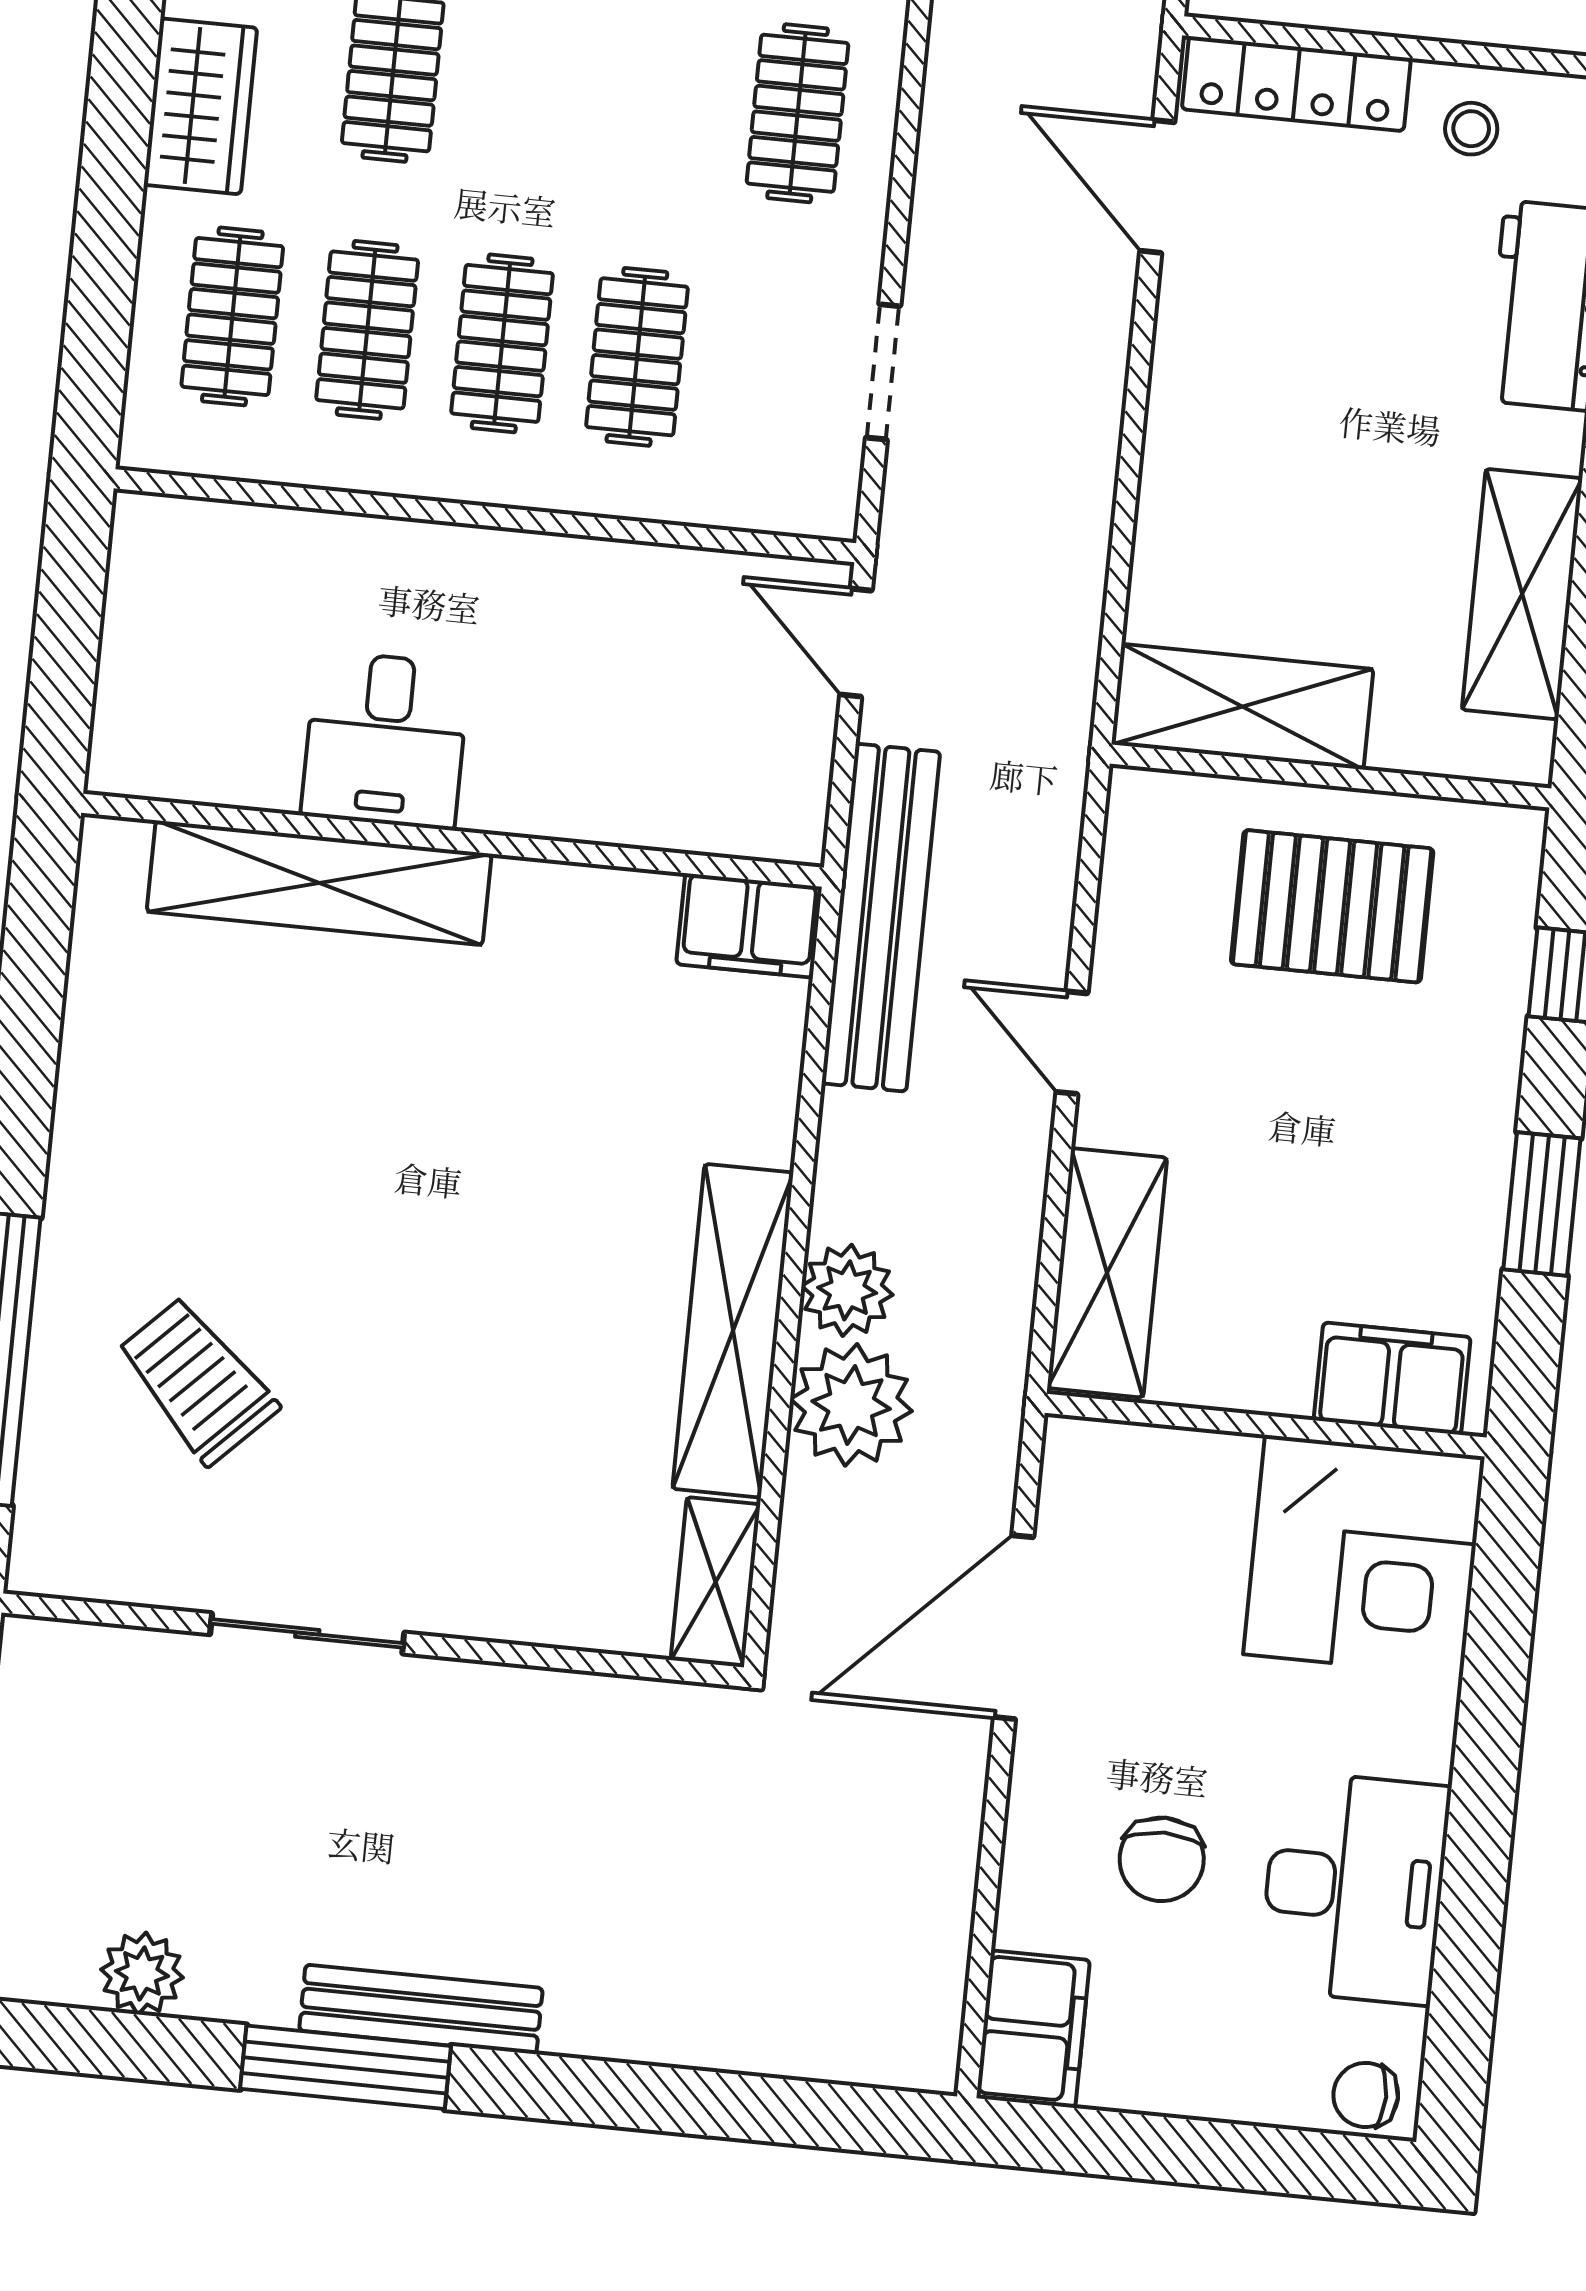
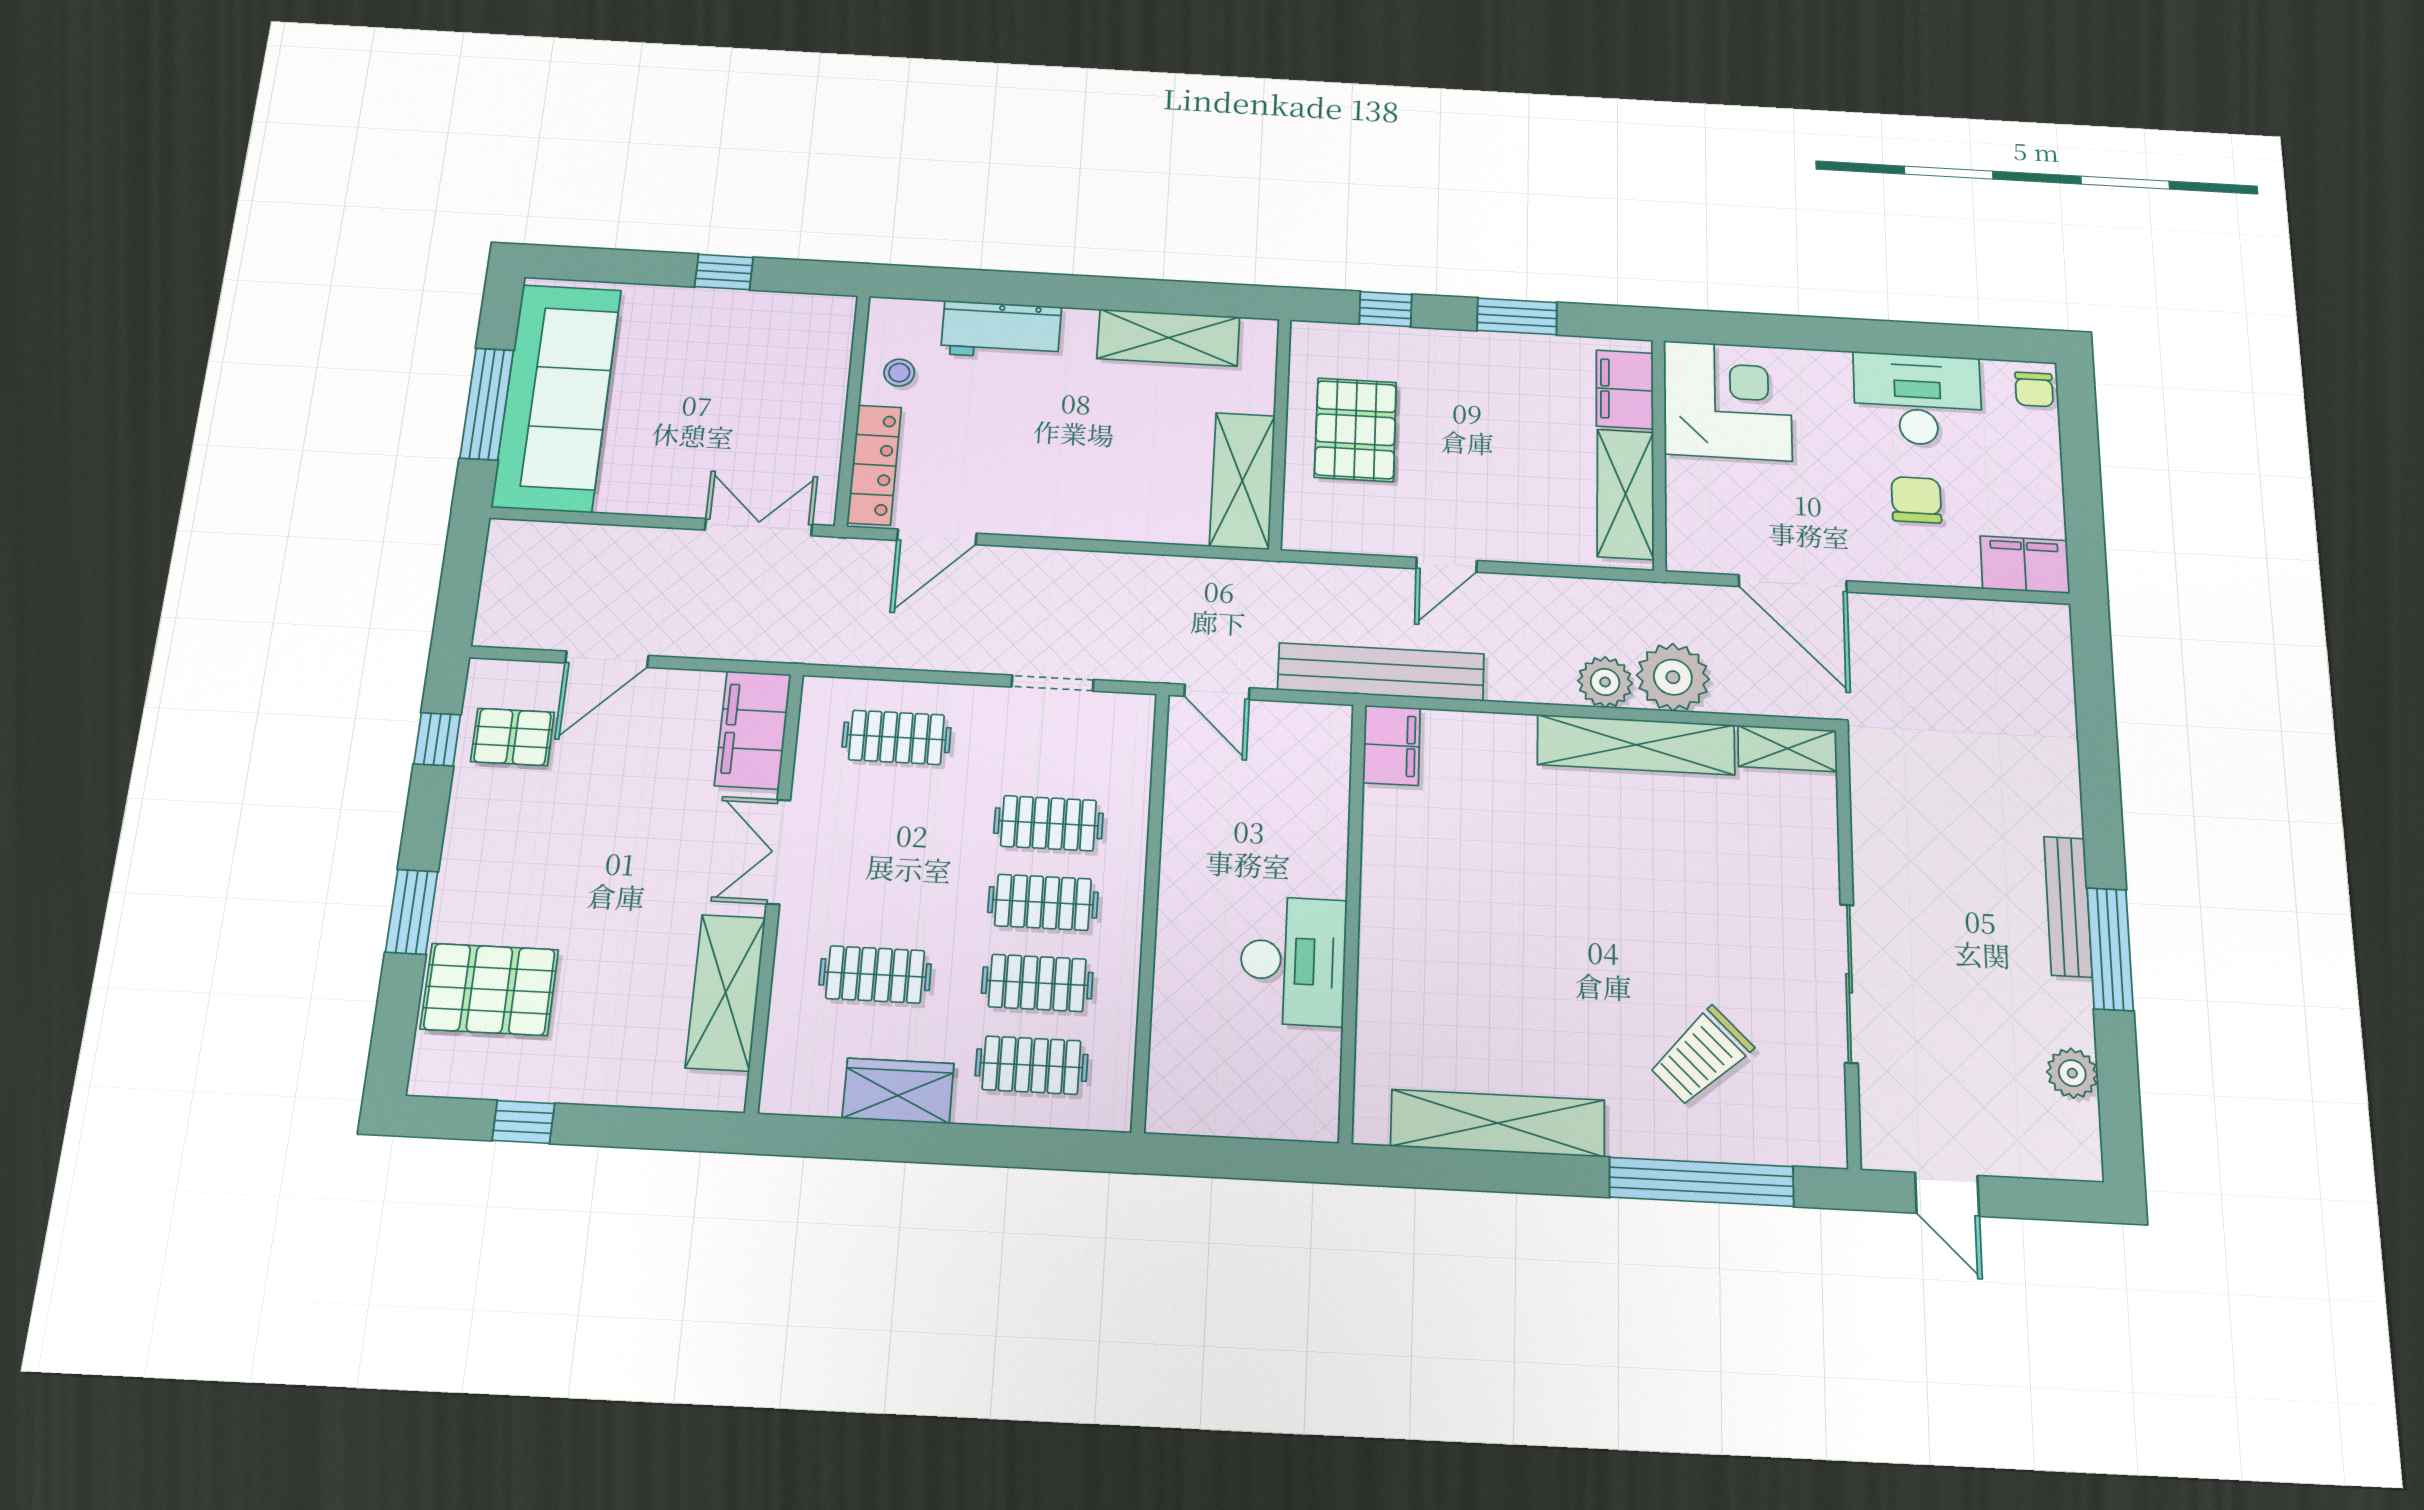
door: (856, 643) -> (1217, 692), hinge flipped
desk: (385, 740) -> (1293, 961), width x1.37
shelving: (319, 883) -> (1498, 1123), moved, turned 90
shelving: (1107, 1273) -> (1626, 494), moved, turned 90
sliding door: (307, 1633) -> (1849, 983), width x1.37
chair: (1162, 1859) -> (1916, 500), turned -90

